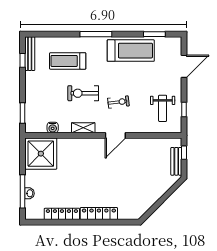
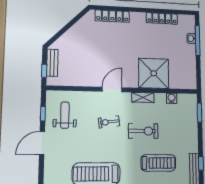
door: (184, 66) -> (42, 143), moved
shower: (41, 154) -> (154, 73), moved
locker: (99, 214) -> (112, 16), moved

